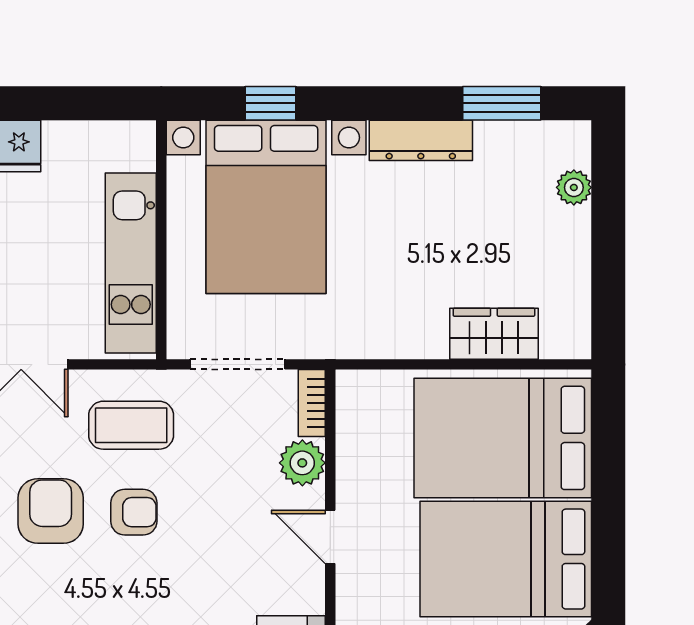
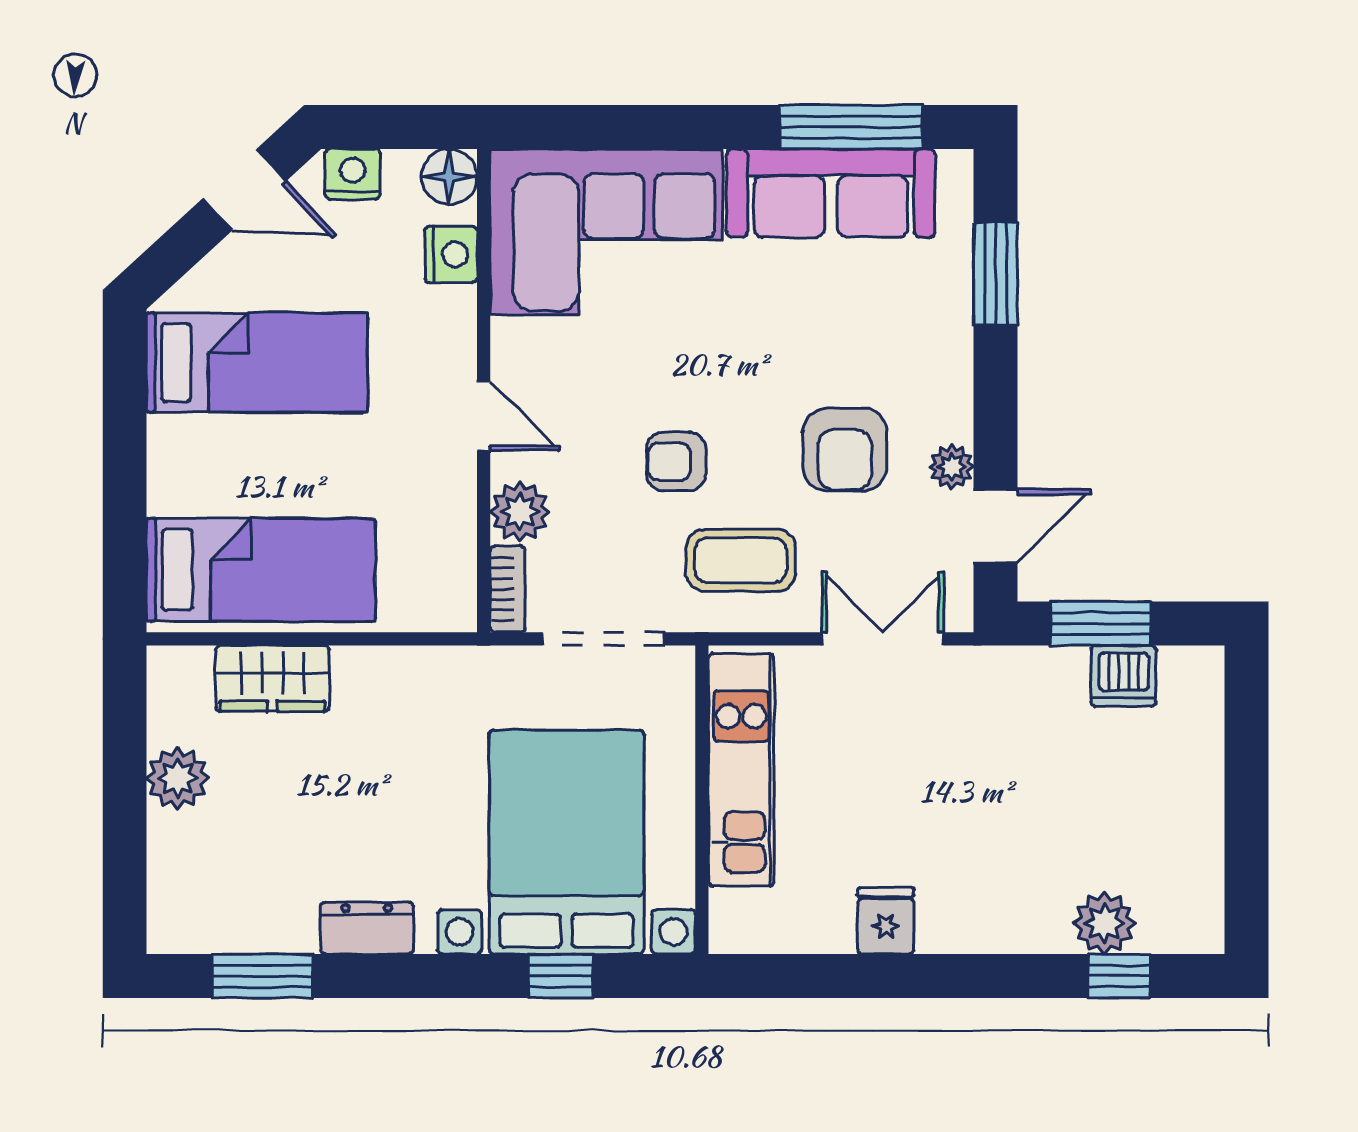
dresser: (421, 140) -> (367, 928), width x0.70
plant: (574, 187) -> (178, 778), moved, width x1.38, depth x1.38
bed: (503, 438) -> (261, 570), width x0.67
armchair: (134, 512) -> (676, 462), moved
bed: (506, 559) -> (257, 363), width x0.67

